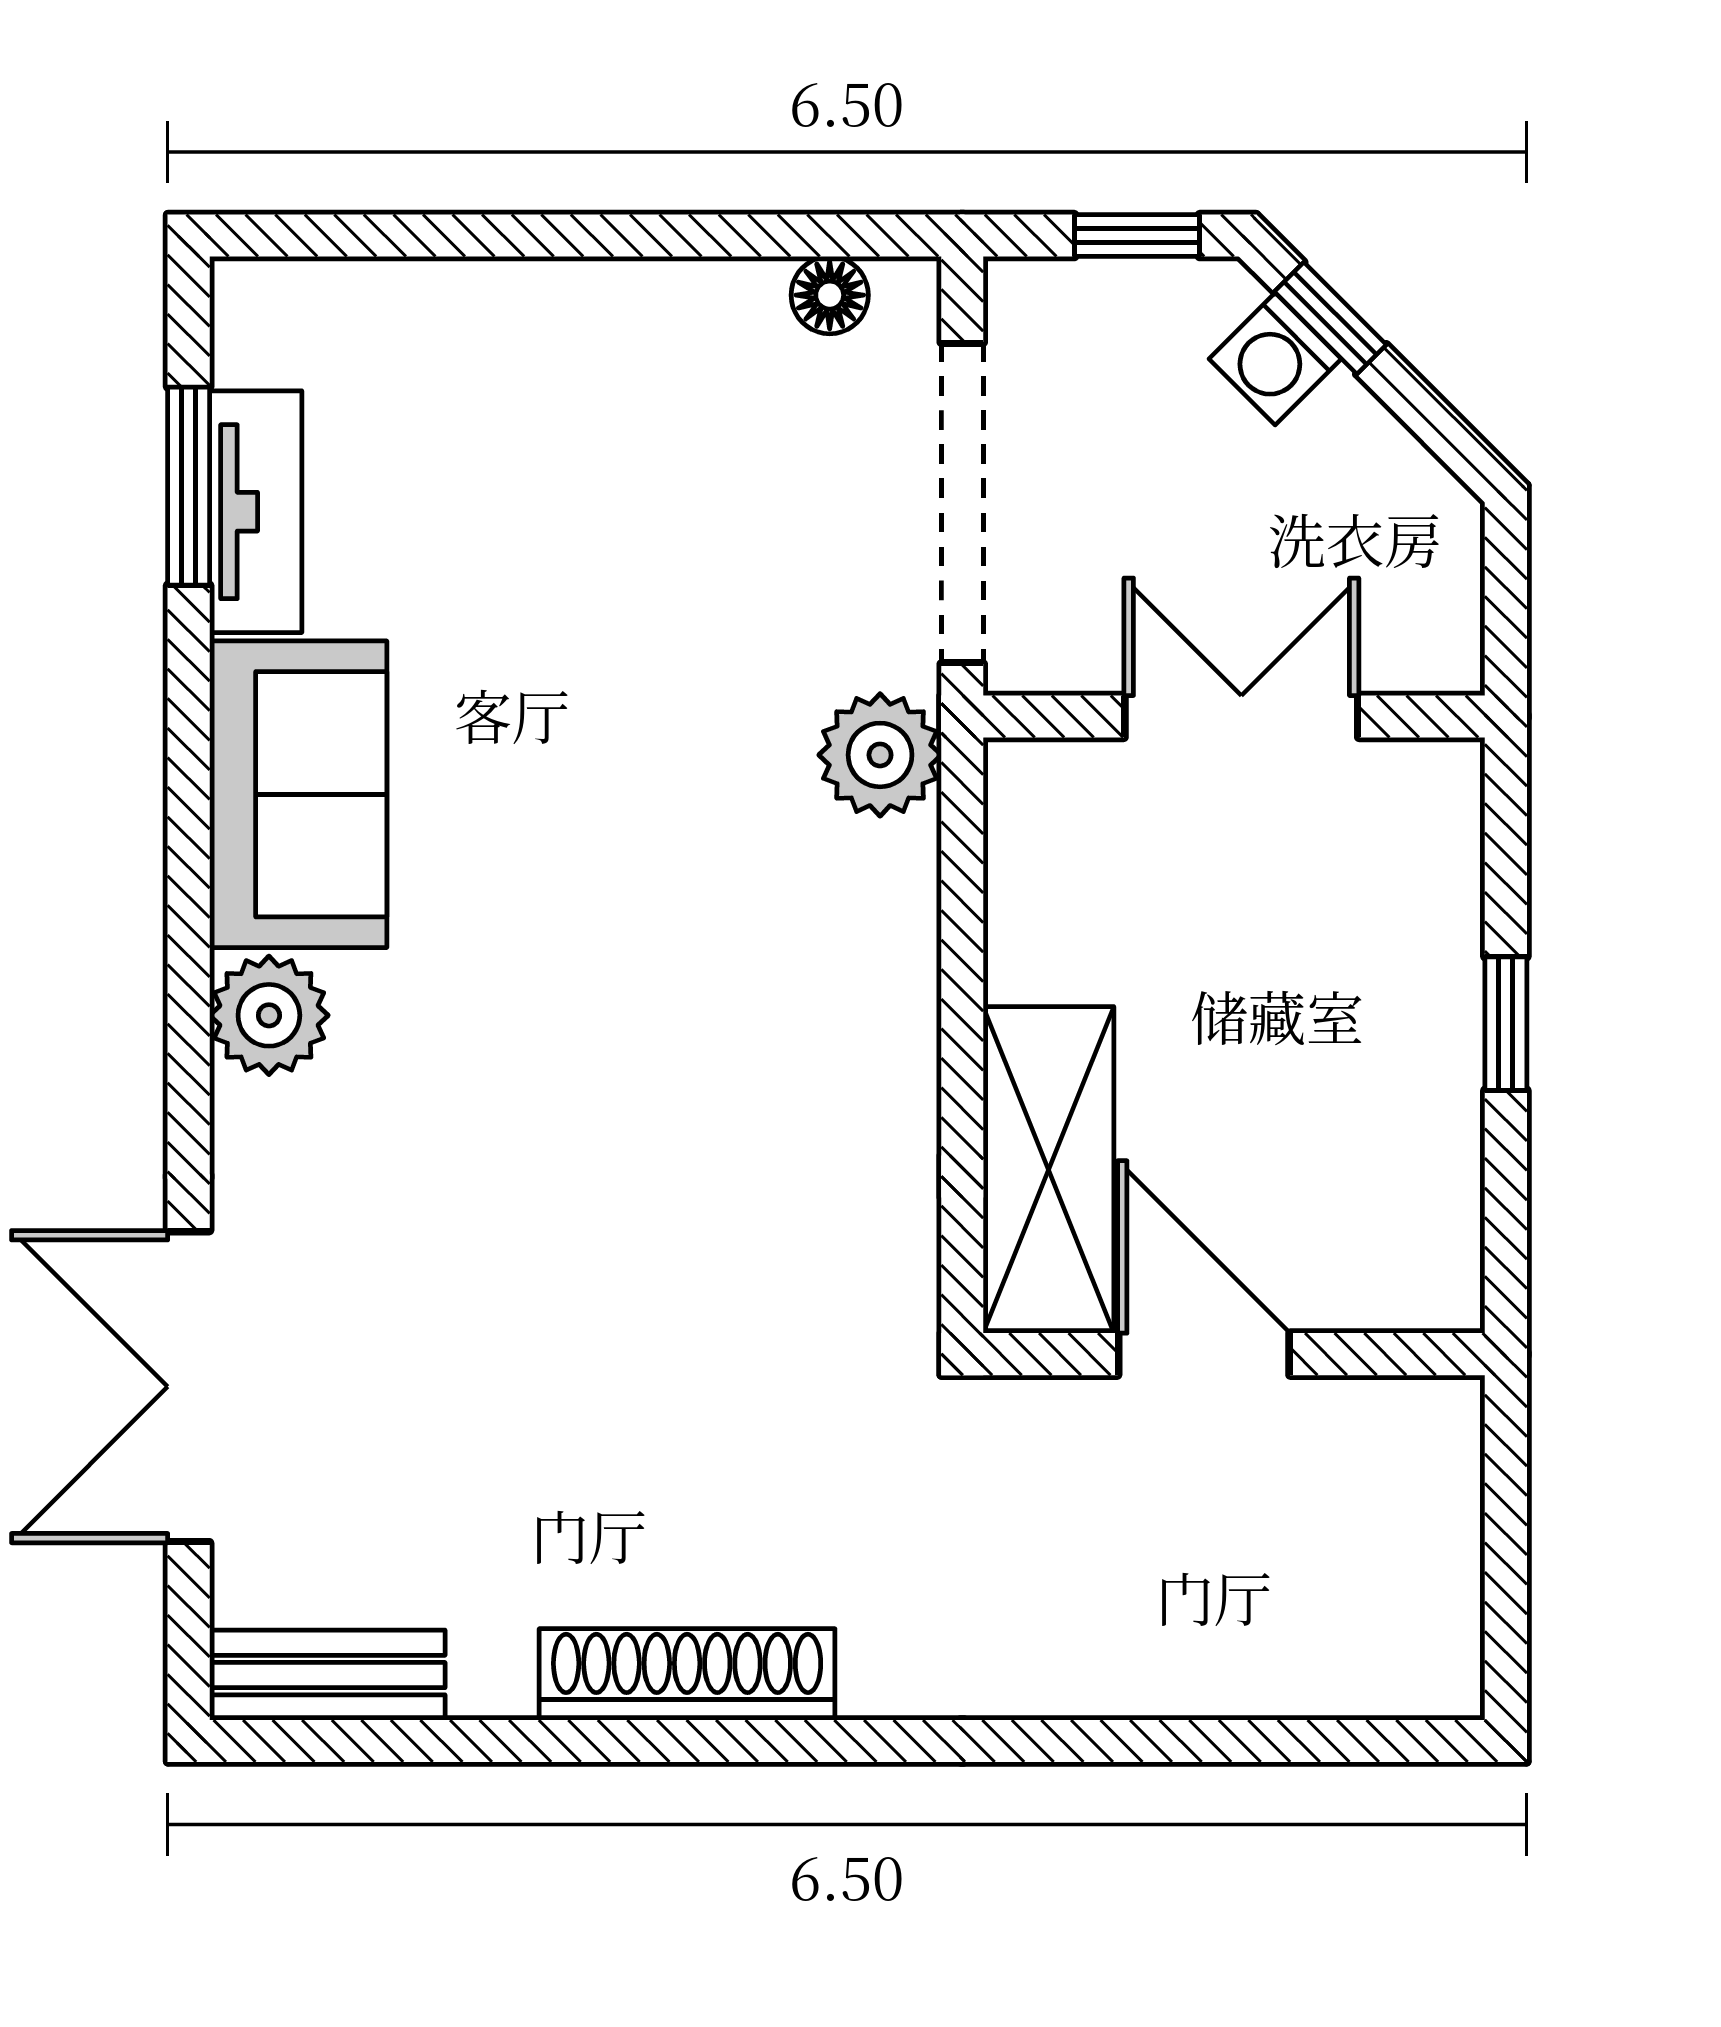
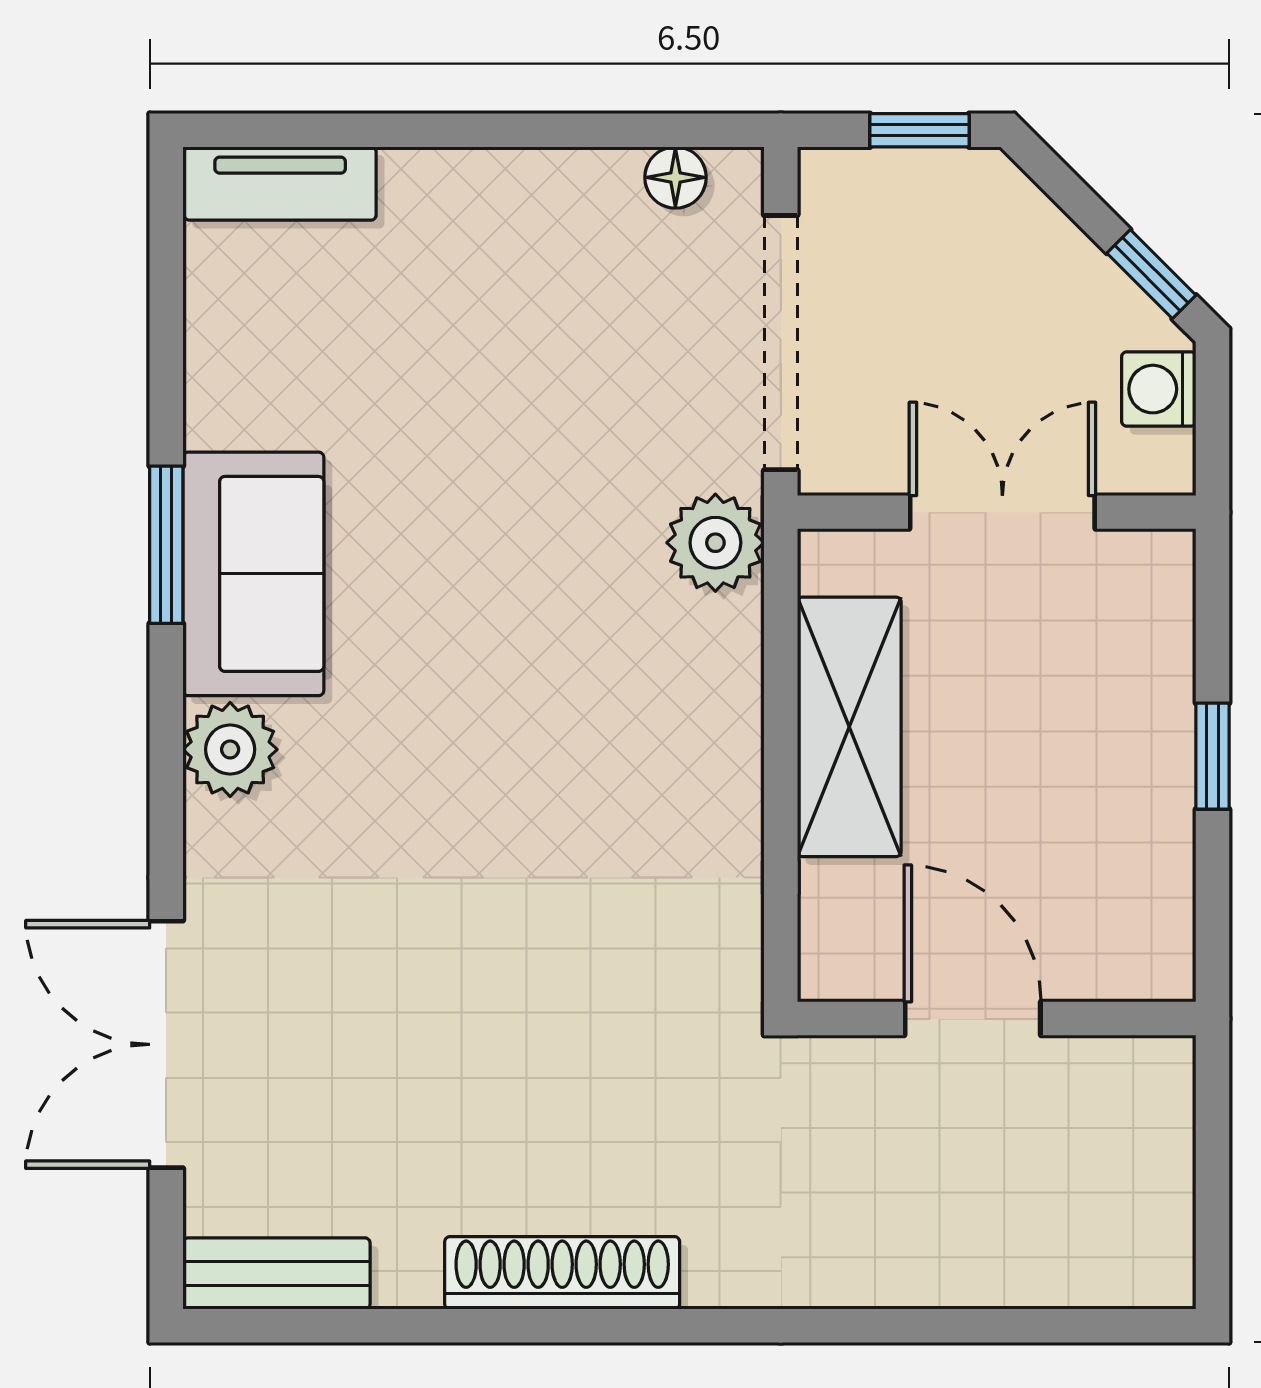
window: (1330, 318) -> (1151, 274), moved
washing machine: (1275, 359) -> (1159, 389), moved, turned 45
window: (189, 486) -> (166, 545), moved
tv unit: (256, 512) -> (280, 183), moved, turned 90
shelving: (1048, 1170) -> (849, 727), moved

